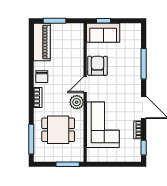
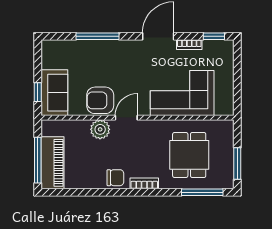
window: (55, 21) -> (38, 160), width x1.44
piano: (42, 42) -> (52, 163), moved, turned 90
door: (85, 85) -> (126, 118), swing flipped
plant: (77, 102) -> (100, 129), moved
window: (68, 164) -> (237, 164), moved

